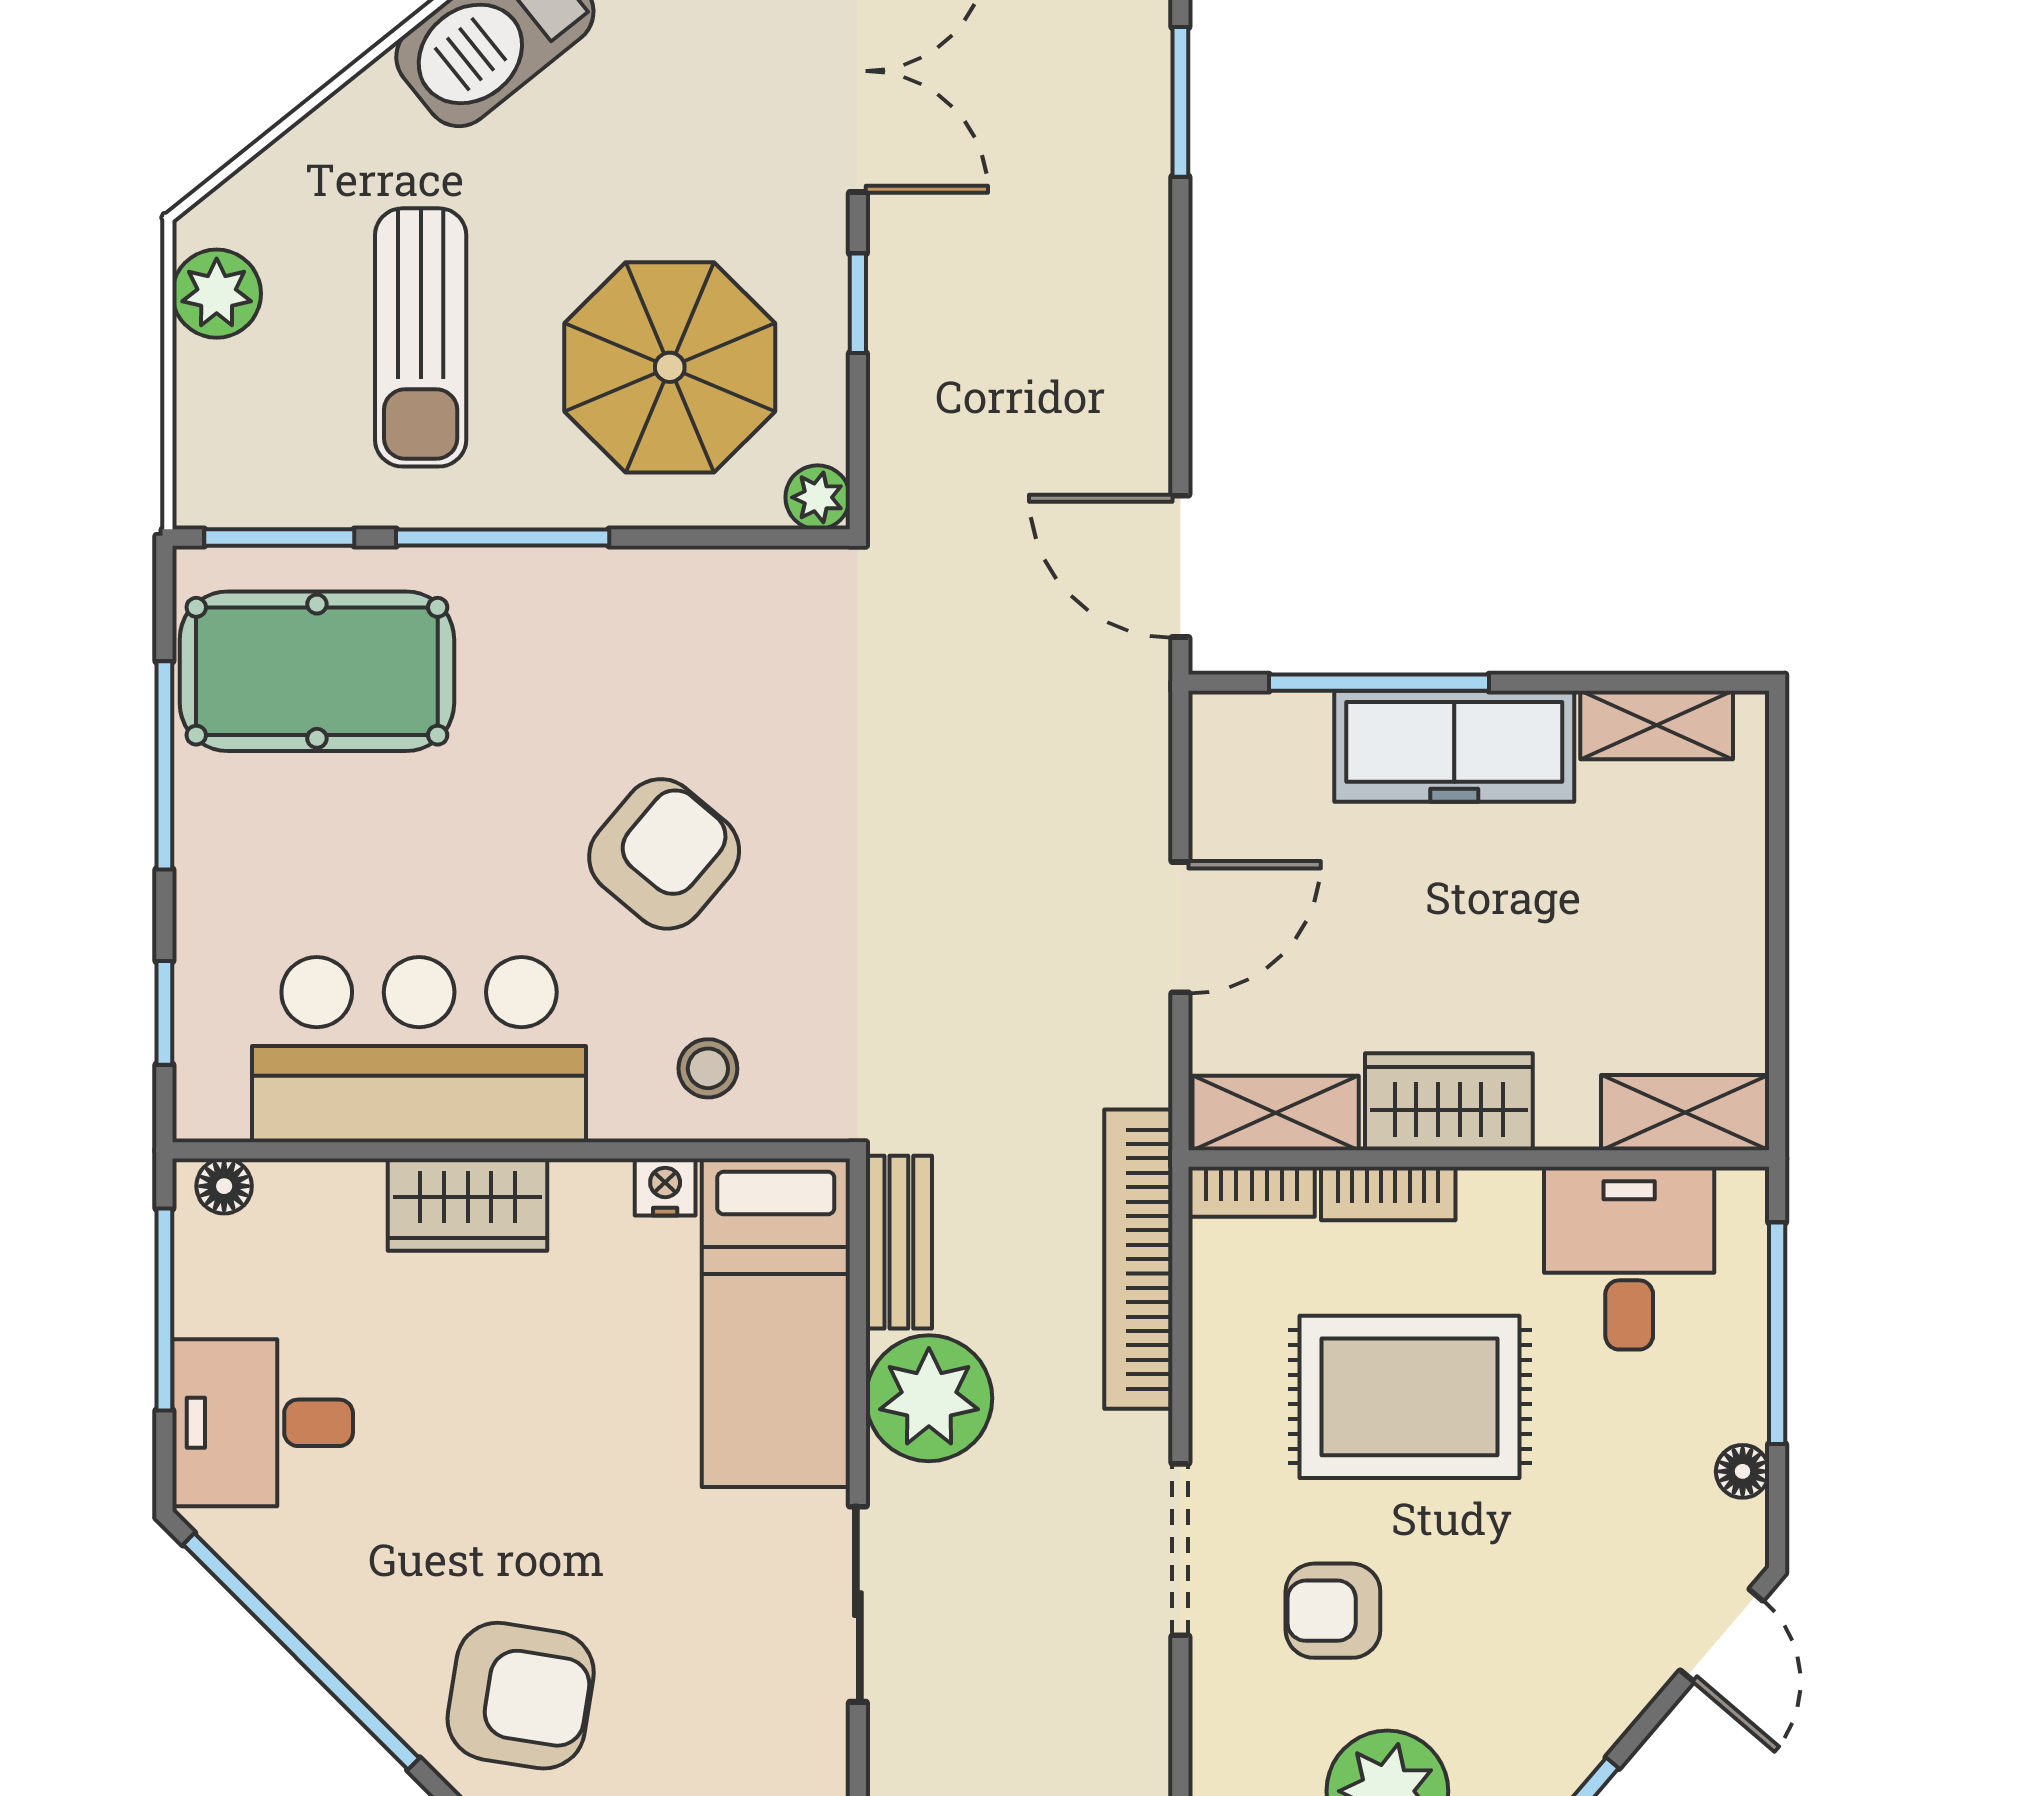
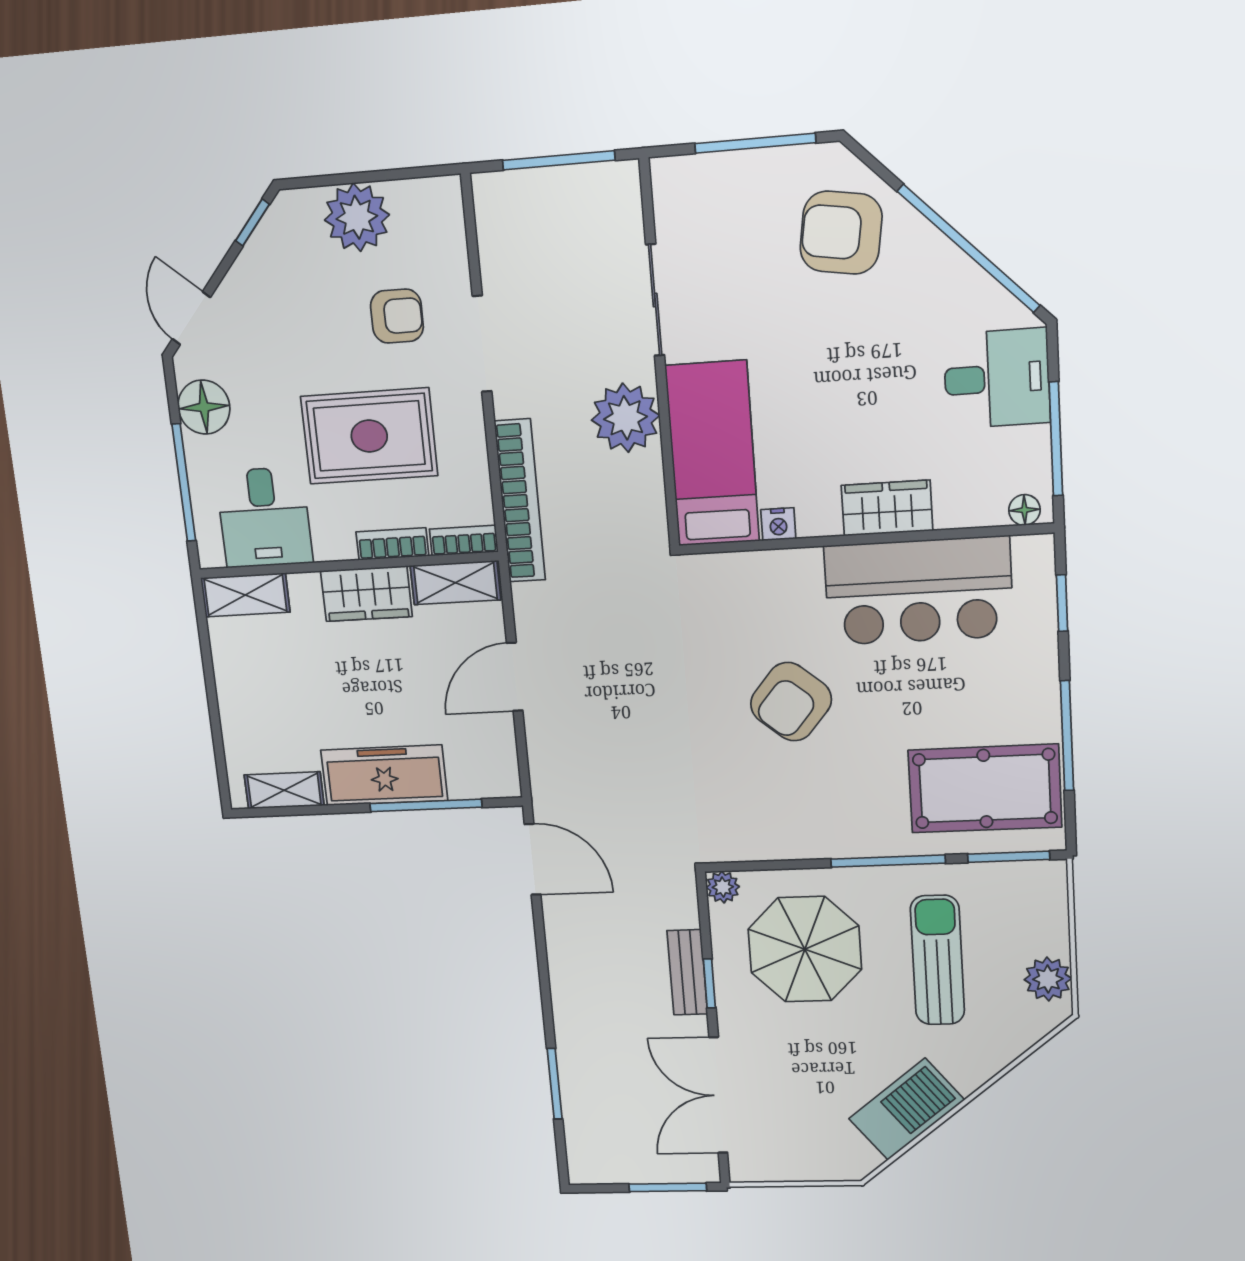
stool: (708, 1068) -> (759, 590), removed
bench: (899, 1242) -> (687, 972), moved
floor lamp: (1743, 1471) -> (204, 407), width x1.89, depth x1.89

